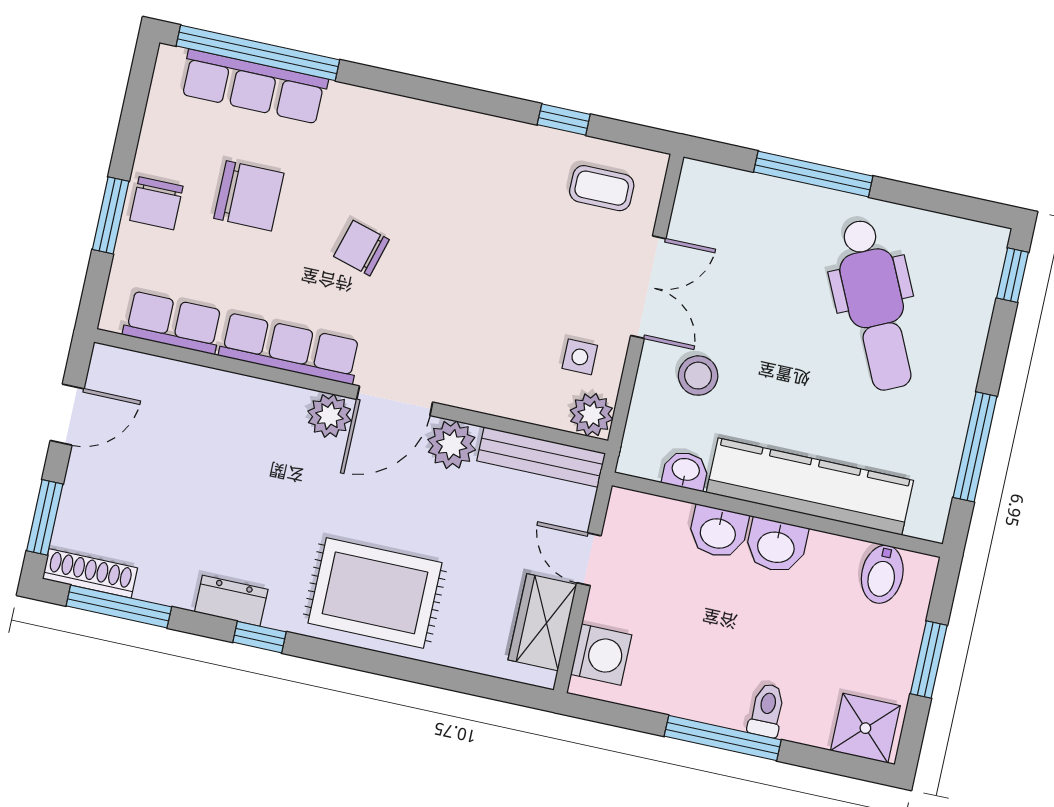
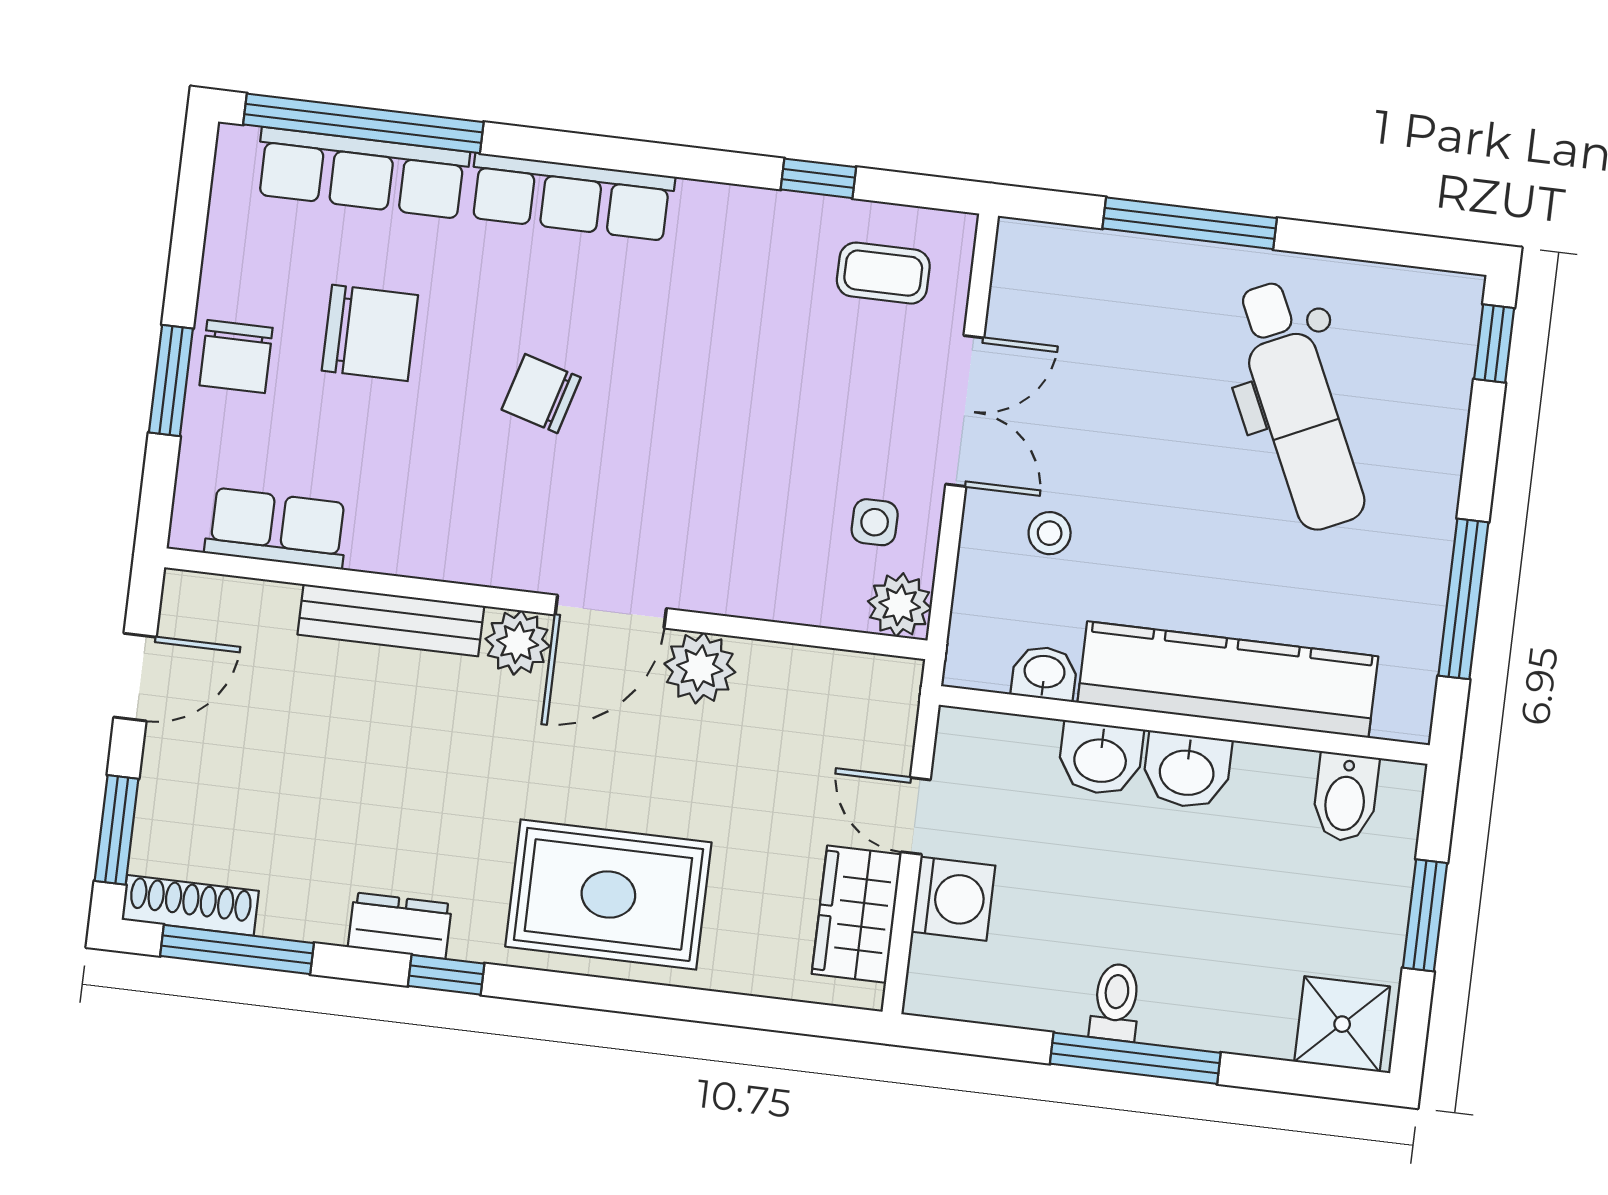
row of seats: (290, 349) -> (572, 197), moved, turned 180
stool: (698, 376) -> (1050, 533), width x0.73, depth x0.73
bench: (541, 457) -> (391, 620), moved
washing machine: (601, 655) -> (953, 899), moved
toilet: (767, 710) -> (1116, 1002), moved

